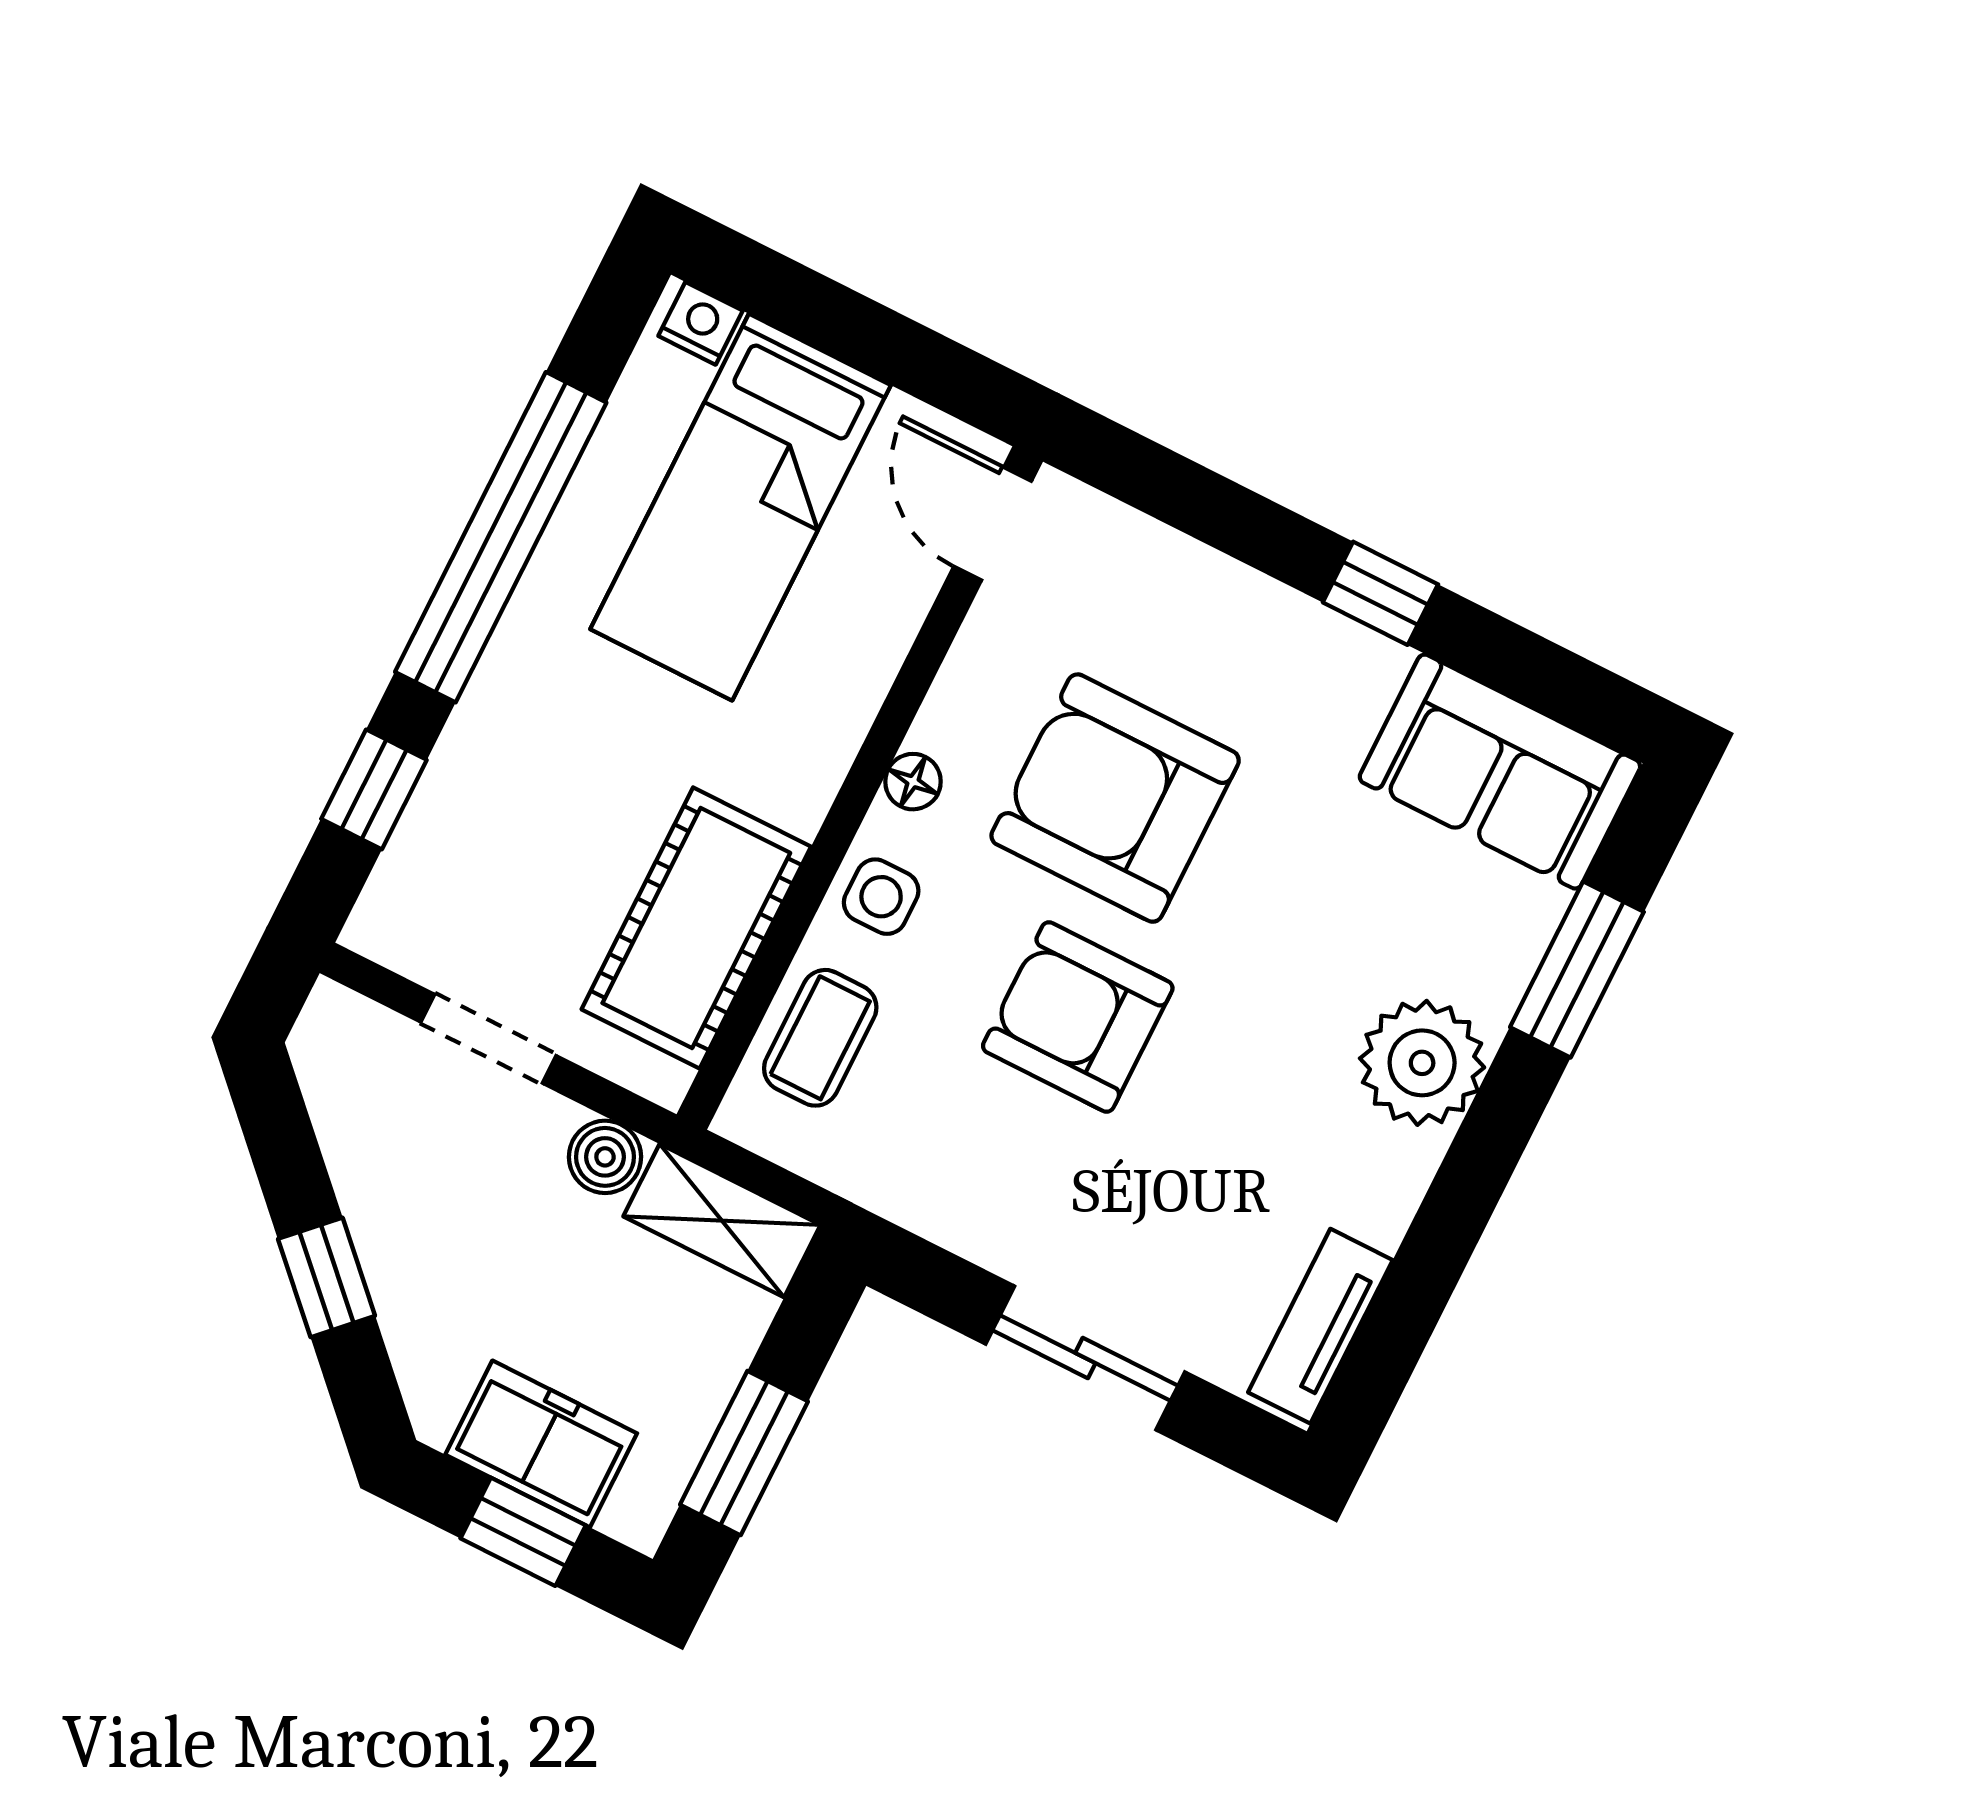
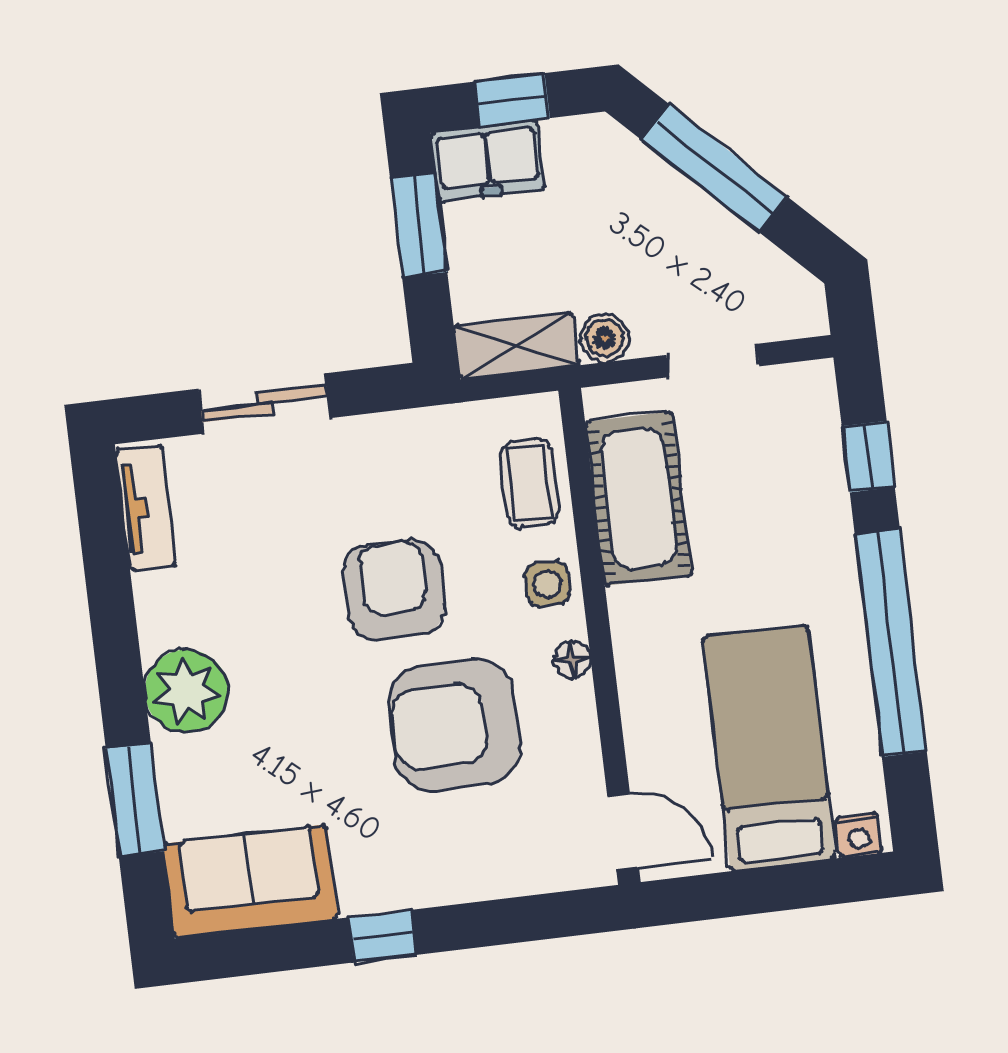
armchair: (1115, 798) -> (454, 725), turned 180
armchair: (1078, 1017) -> (394, 590), turned -90
window: (327, 1277) -> (715, 169), width x2.17
freezer: (541, 1444) -> (488, 161), moved

